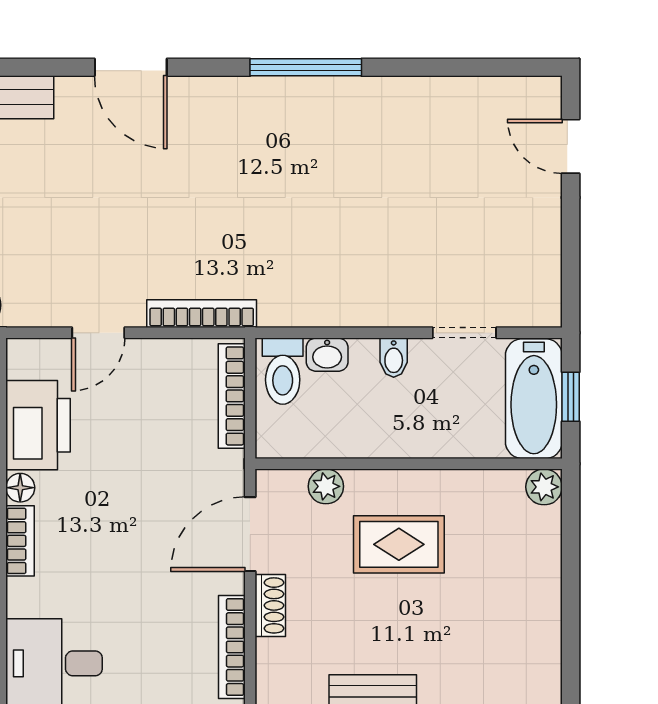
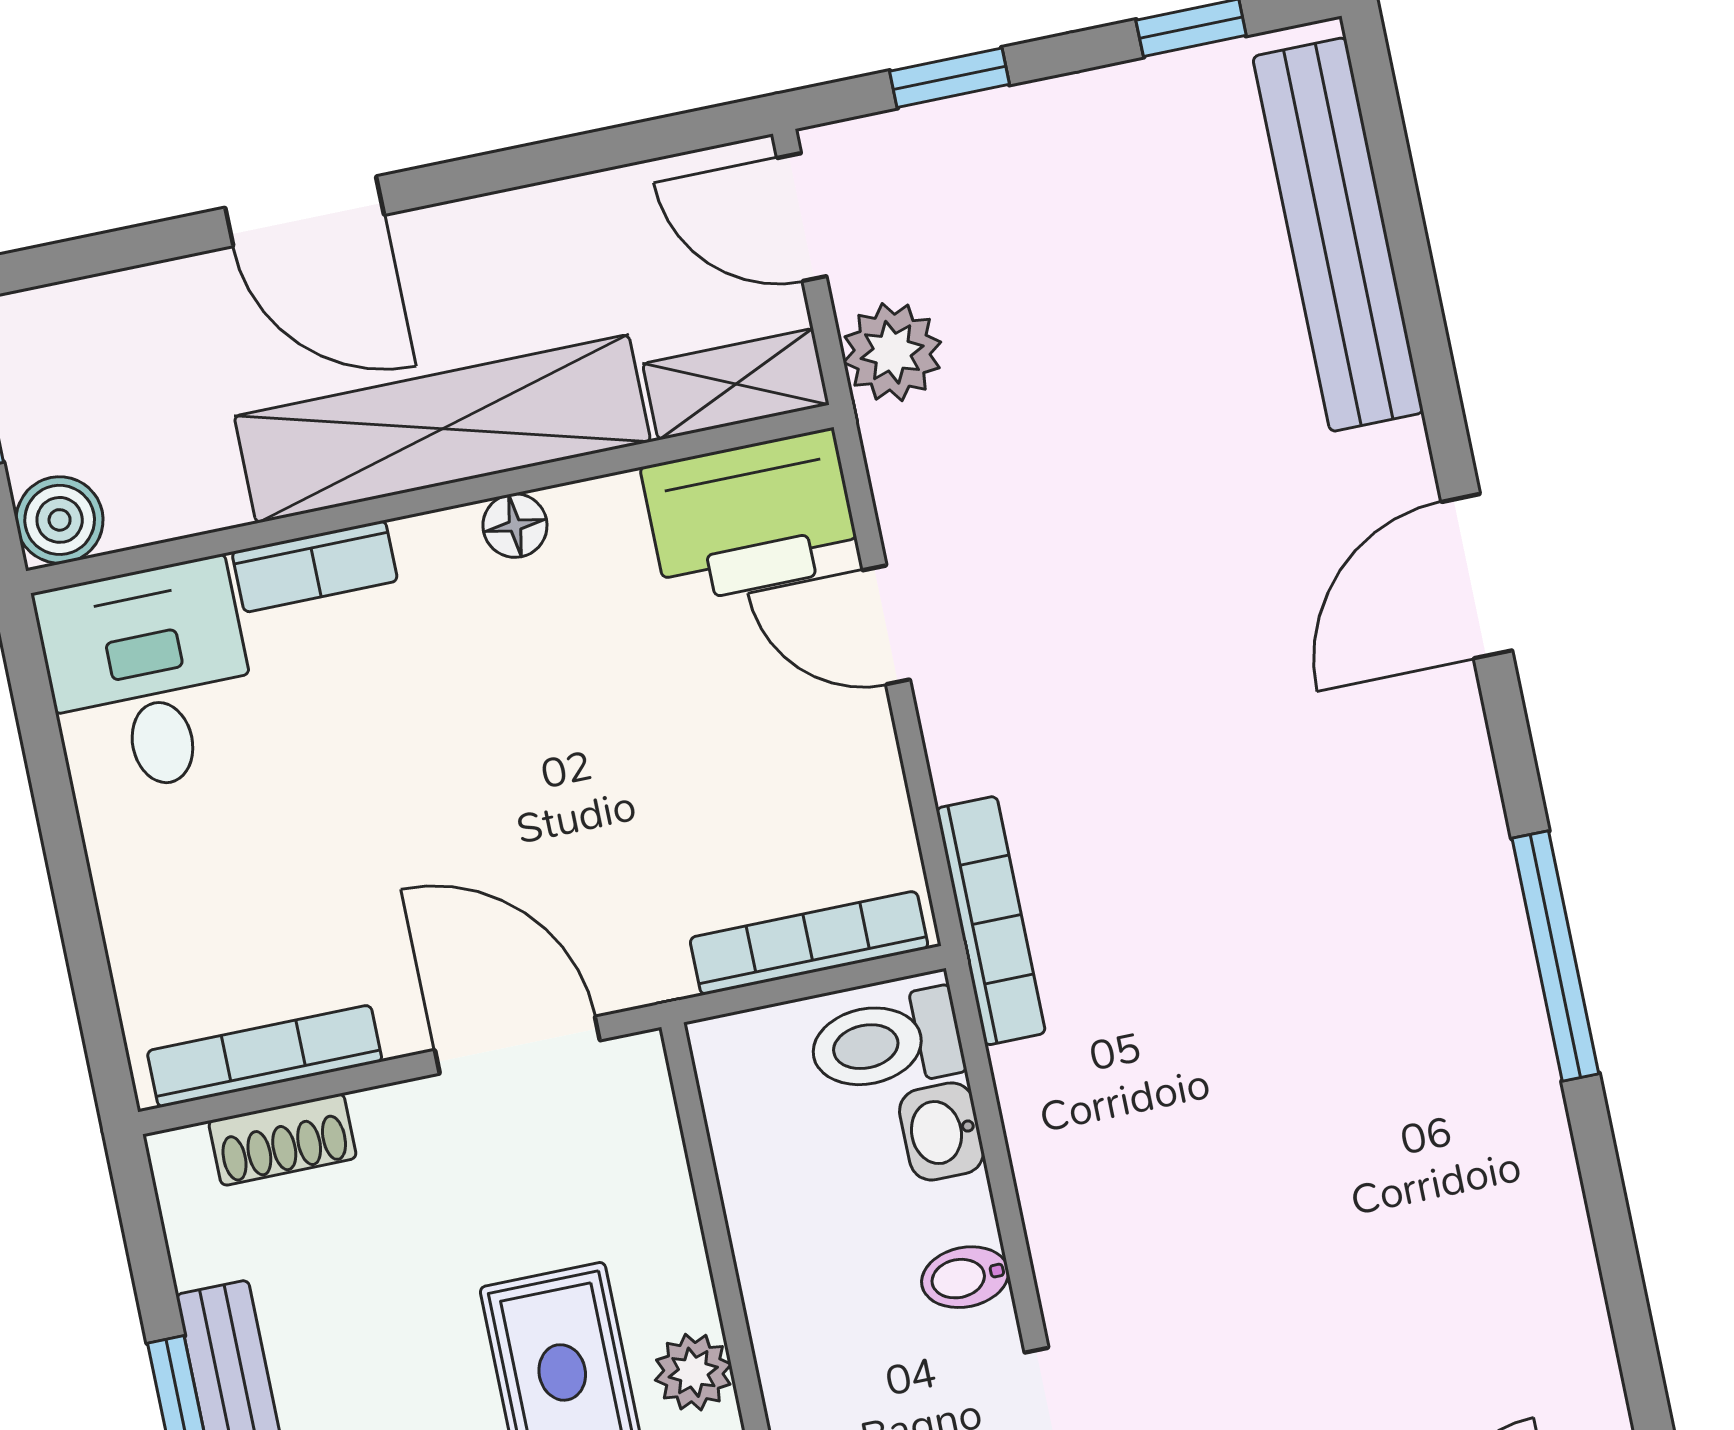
bookcase: (202, 314) -> (991, 921), moved
printer: (38, 425) -> (751, 517), moved
plant: (326, 486) -> (693, 1372), moved
bookcase: (20, 541) -> (315, 566), moved
shoe rack: (270, 605) -> (282, 1140), moved

